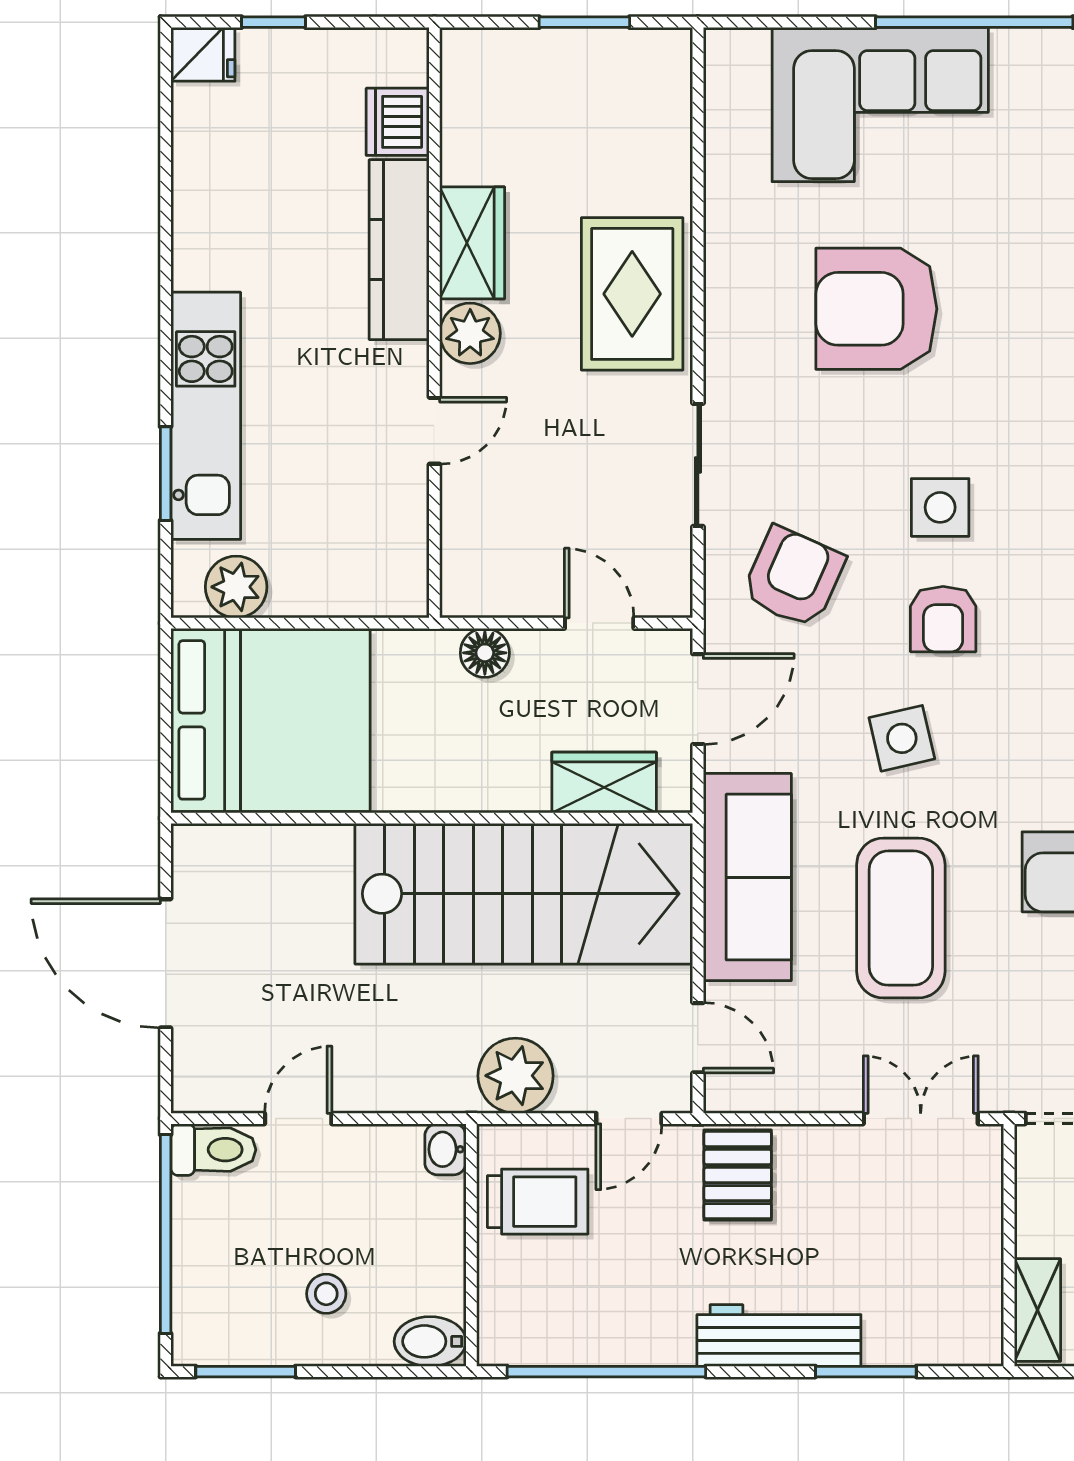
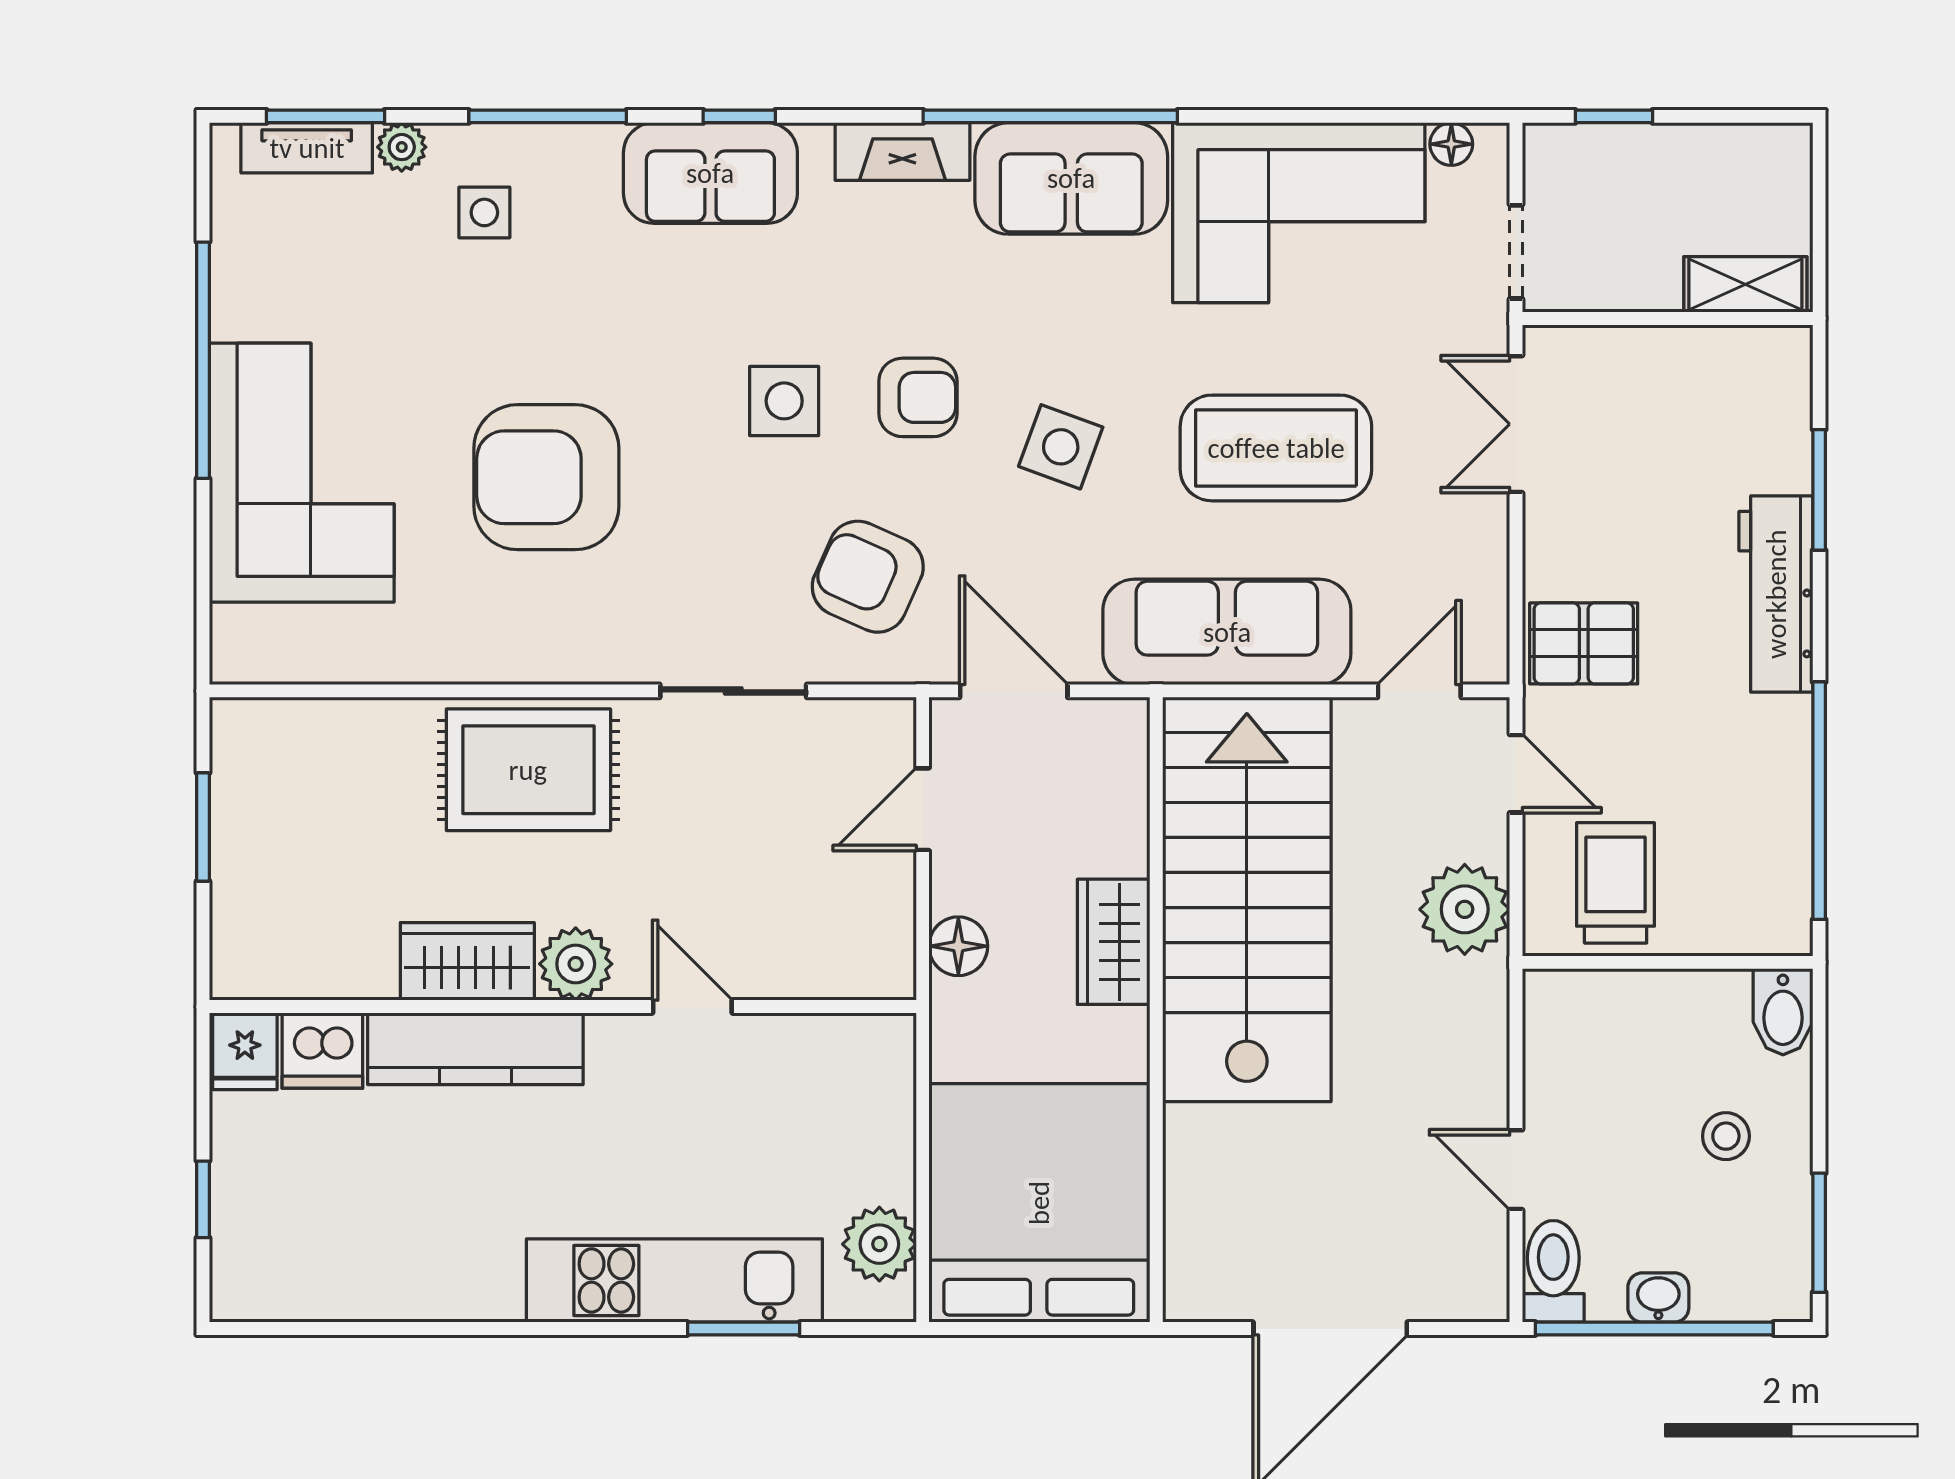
fridge: (203, 54) -> (245, 1051), moved, turned 180
armchair: (876, 309) -> (546, 477), turned 90
side table: (902, 738) -> (1061, 447), turned 33
wardrobe: (604, 782) -> (1114, 942), moved
washbasin: (445, 1149) -> (1658, 1298), moved, turned 180

